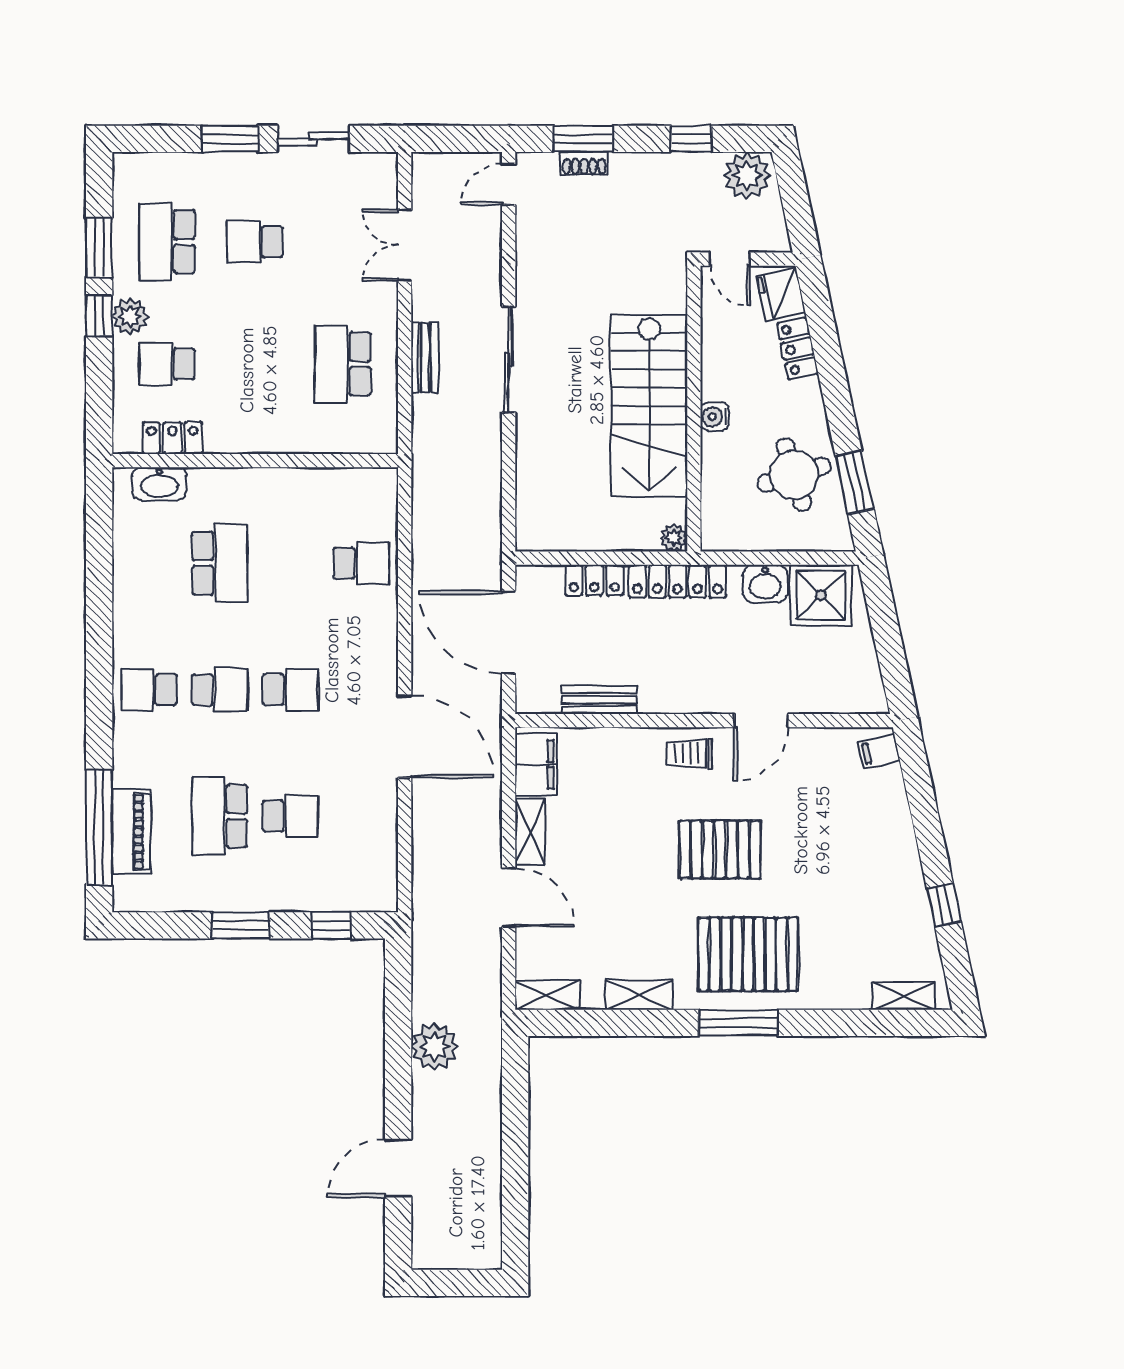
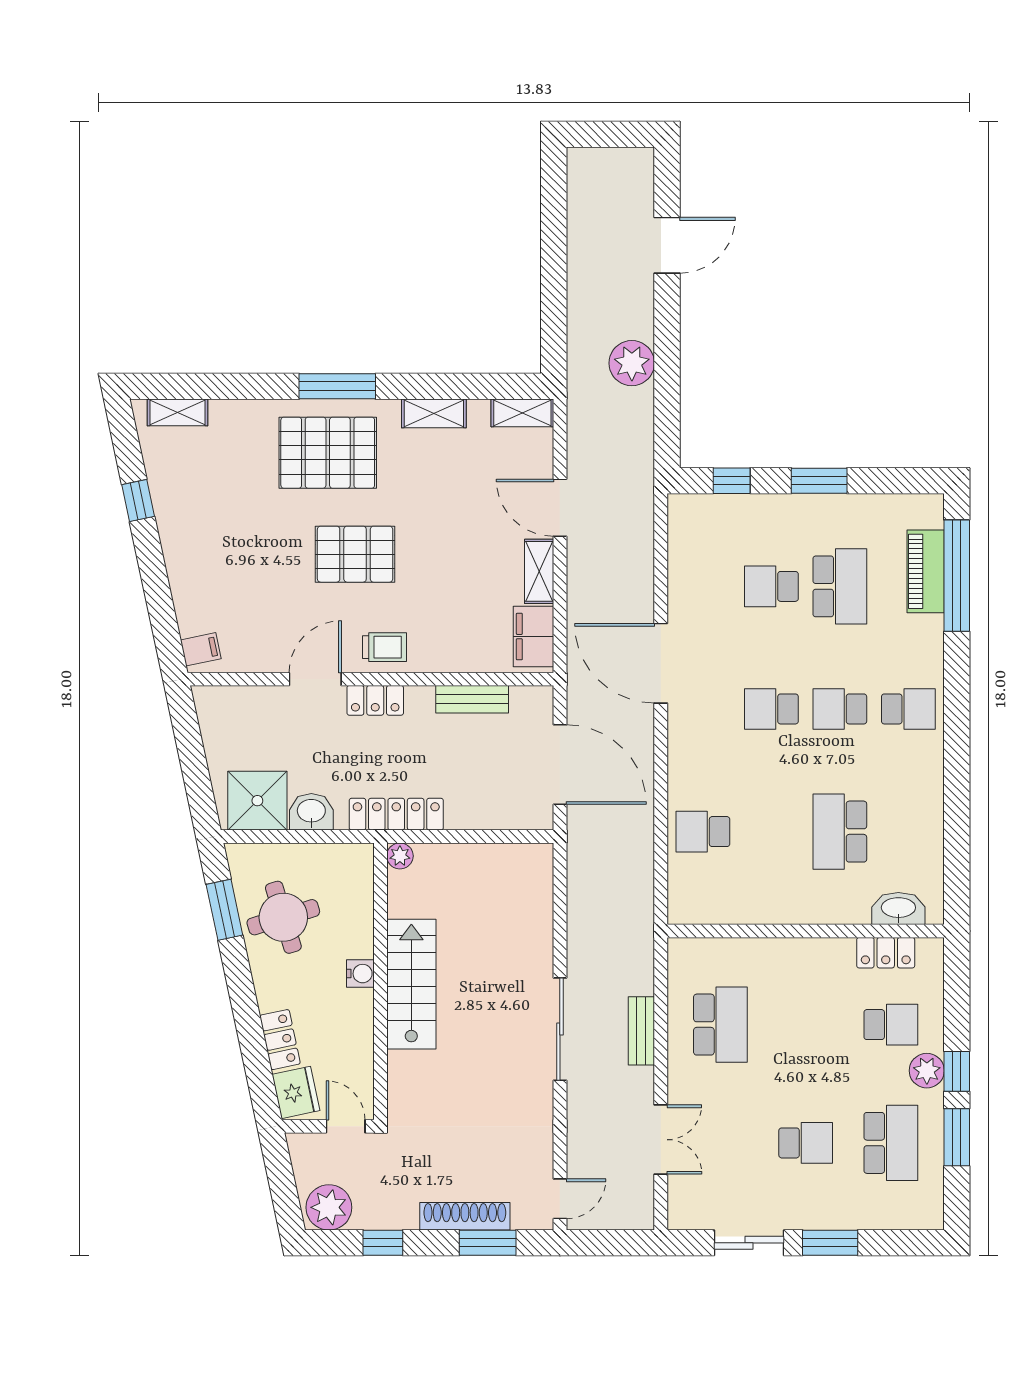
shoe rack: (584, 163) -> (465, 1216), width x1.94, depth x1.24
stairs: (649, 406) -> (411, 984), width x0.73, depth x0.66
locker: (594, 580) -> (375, 700), moved, turned 180

